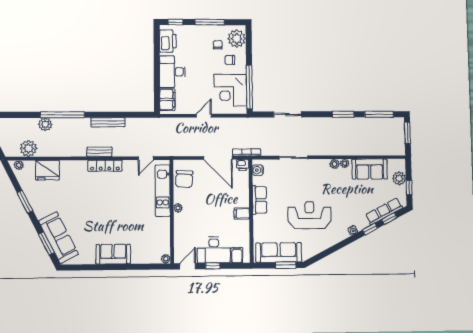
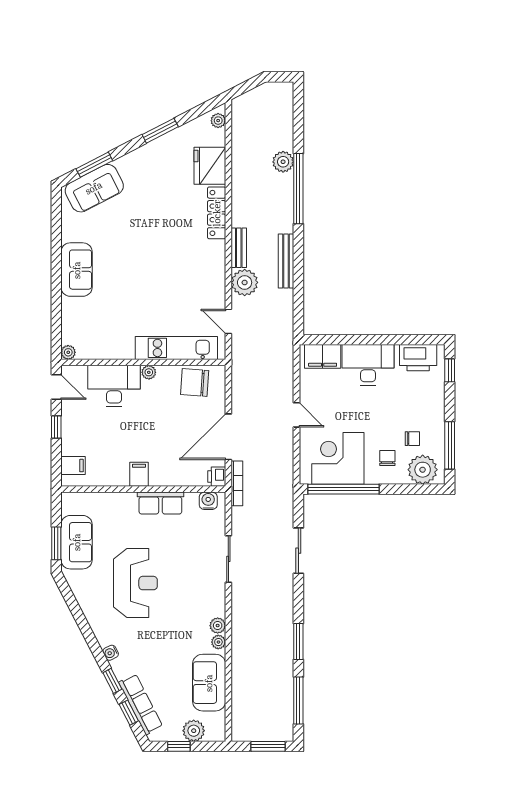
window: (210, 22) -> (450, 445), moved
plant: (28, 148) -> (245, 282), moved
locker: (105, 166) -> (217, 213), moved
sofa: (58, 238) -> (94, 188), width x0.73
desk: (214, 250) -> (114, 386), moved, turned 90
sofa: (279, 252) -> (77, 542), width x0.73

